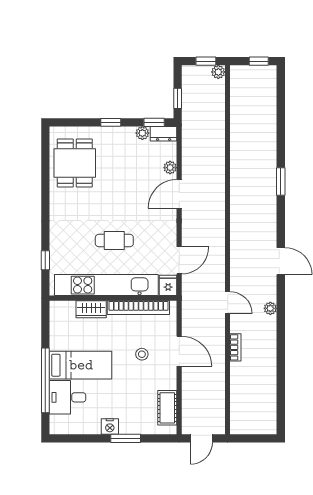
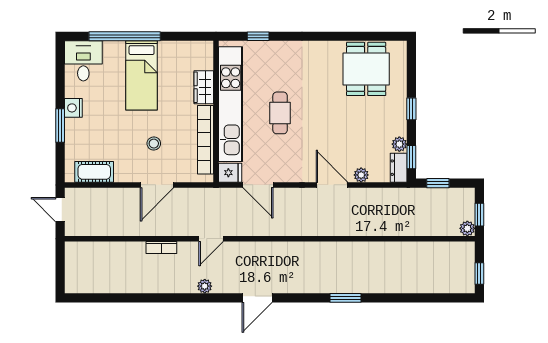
dining table: (75, 163) -> (366, 69), turned 90
desk: (67, 397) -> (83, 61), moved

